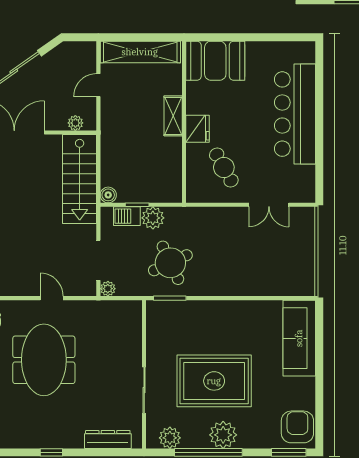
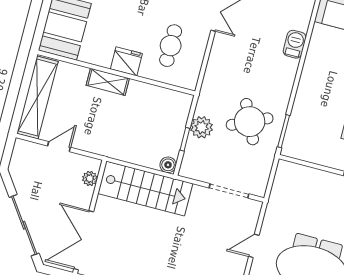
door: (98, 85) -> (59, 147), swing flipped
cafe table: (224, 168) -> (171, 46), turned -61
barbecue: (127, 216) -> (295, 44), moved, turned 180
plant: (108, 289) -> (259, 189), removed

